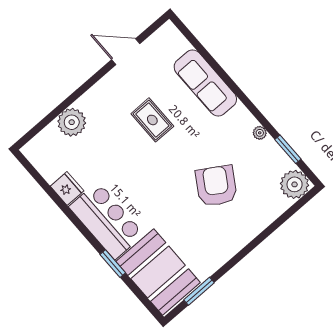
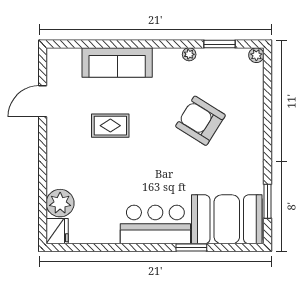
plant: (72, 122) -> (60, 203), moved
plant: (295, 184) -> (256, 55), width x0.53, depth x0.53
fridge: (67, 188) -> (57, 231), moved, turned 90

